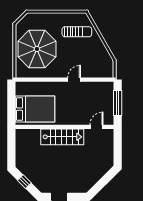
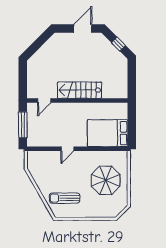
parasol: (37, 49) -> (106, 180), width x0.73, depth x0.73
bed: (35, 109) -> (108, 133), moved

